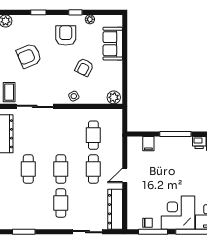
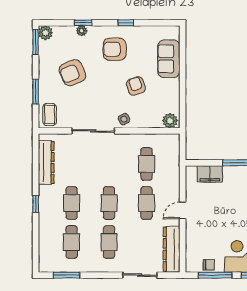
plant: (90, 19) -> (82, 31), moved
armchair: (66, 35) -> (115, 49), turned -90
armchair: (84, 67) -> (136, 86), turned 135
sliding door: (35, 106) -> (93, 131), moved
filing cabinet: (148, 144) -> (210, 174), width x2.00
cafe table: (28, 203) -> (72, 242), added

